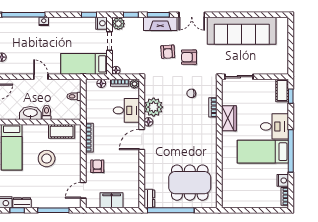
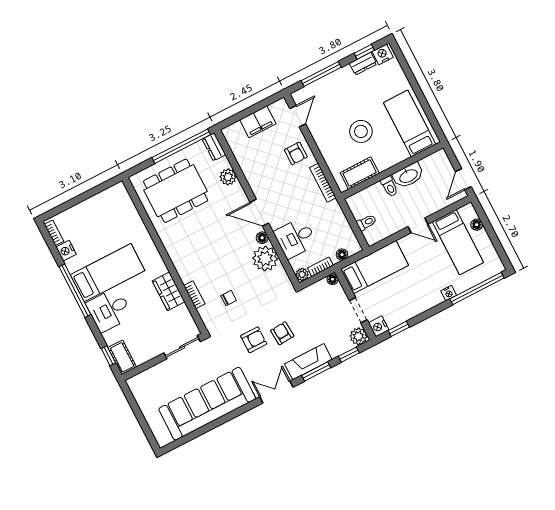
bed: (20, 52) -> (458, 242), added
door: (142, 139) -> (259, 213), swing flipped
plant: (150, 174) -> (228, 177), added

